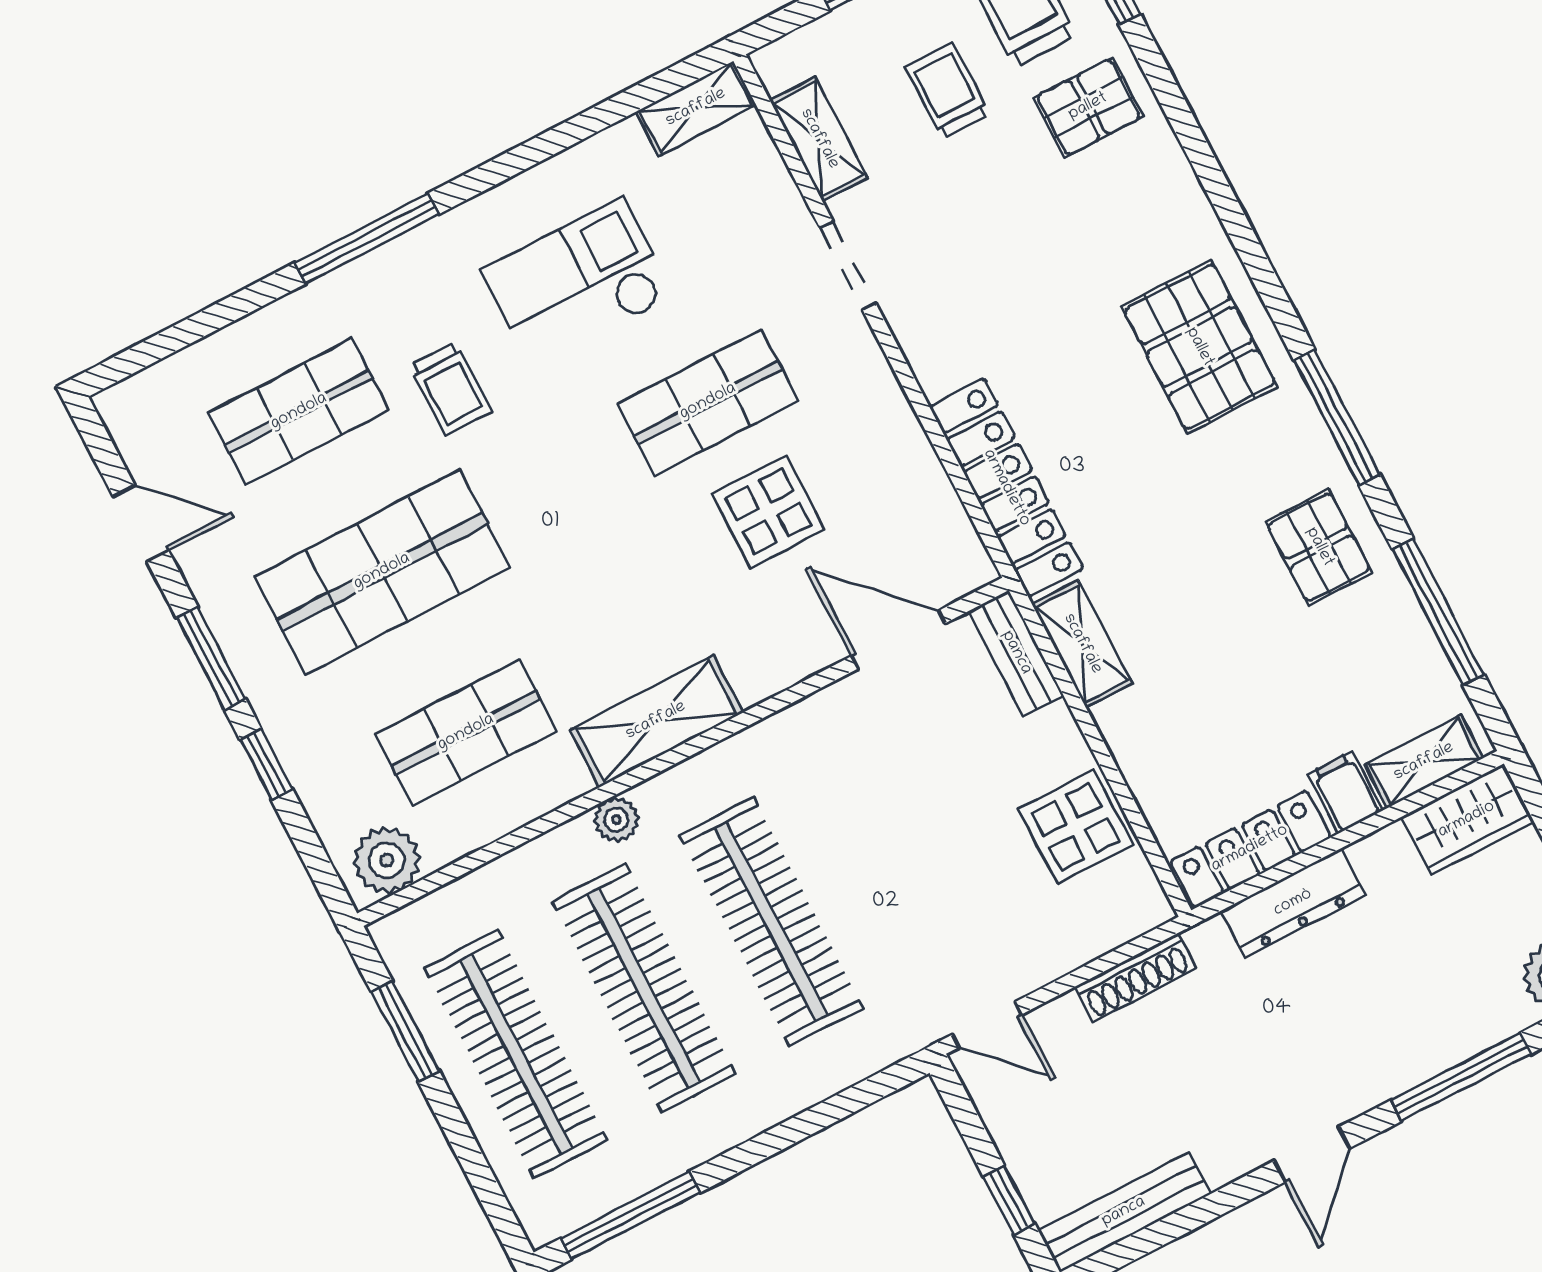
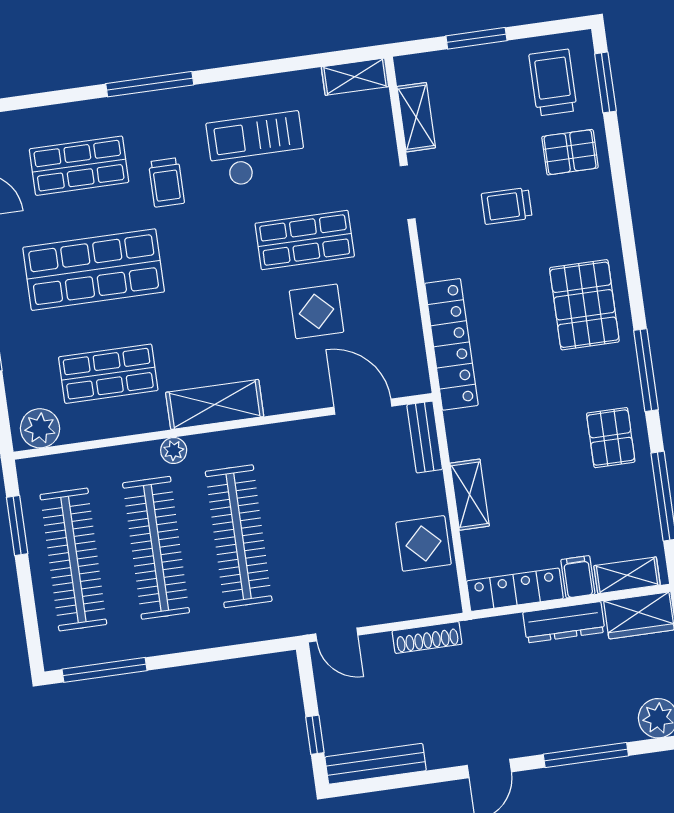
trolley: (947, 91) -> (507, 206), moved, turned -90
shelving: (1082, 644) -> (470, 495), moved
dresser: (1293, 903) -> (564, 622), moved

